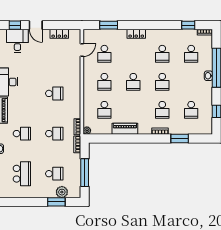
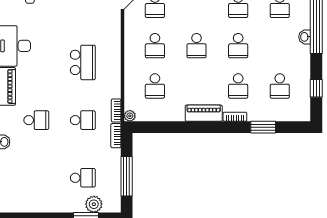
school desk: (54, 93) -> (83, 62), width x1.85
piano: (125, 129) -> (204, 113), moved
school desk: (22, 174) -> (36, 178), removed

